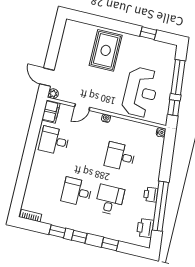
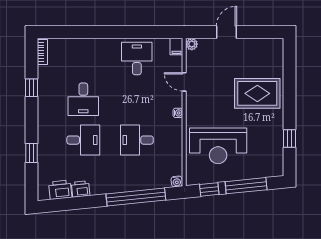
door: (47, 77) -> (226, 32), moved
filing cabinet: (51, 112) -> (176, 46), width x0.50
desk: (120, 157) -> (137, 140), turned -90
desk: (77, 192) -> (83, 99), turned 180
printer: (151, 195) -> (81, 189), moved
window: (161, 206) -> (136, 197), moved
window: (79, 237) -> (31, 115), removed

